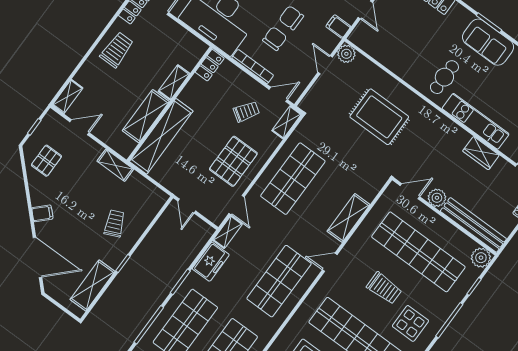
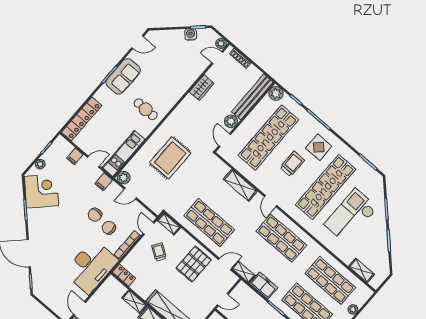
kitchen unit: (476, 121) -> (124, 153), moved
pallet: (233, 161) -> (194, 264), turned 90

